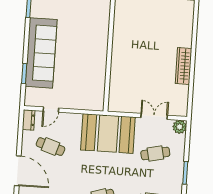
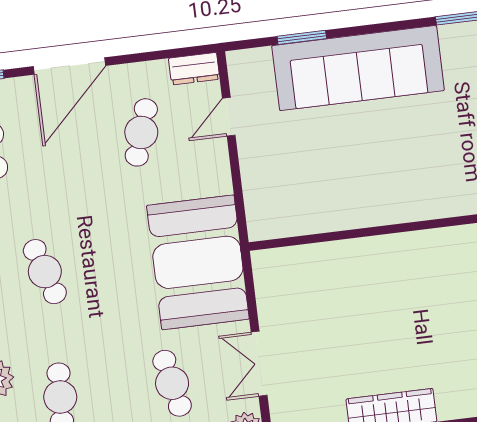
door: (51, 110) -> (229, 117), hinge flipped
double door: (154, 116) -> (259, 364), swing flipped

